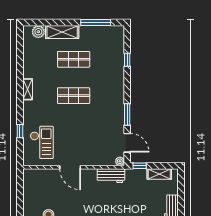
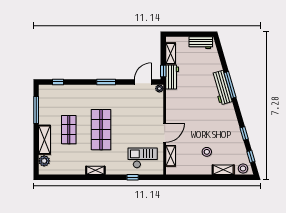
window: (127, 60) -> (58, 82), moved
shop shelf: (74, 96) -> (101, 130), width x1.43, depth x1.36
window: (127, 115) -> (106, 82), moved
shelving: (44, 174) -> (171, 156), added
workbench: (111, 176) -> (172, 77), moved

